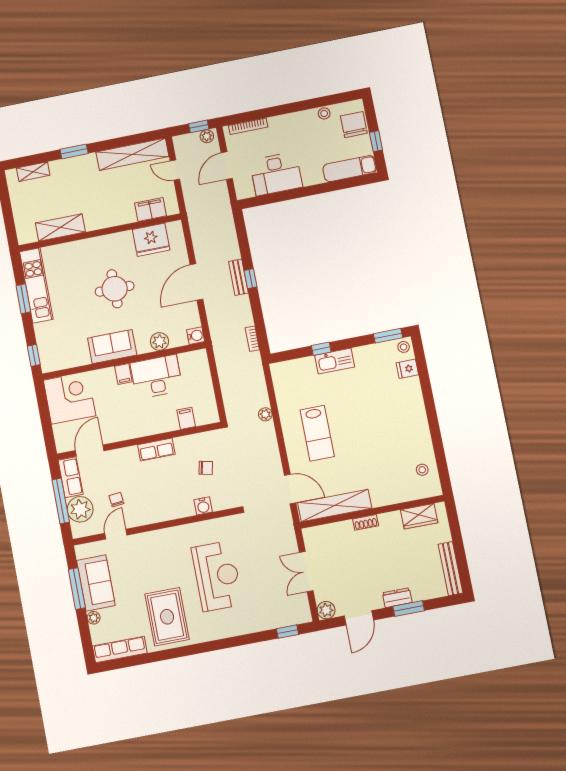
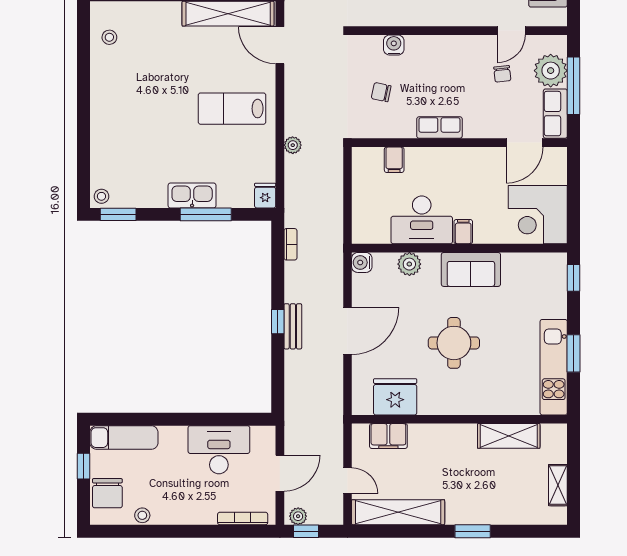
shelving: (33, 172) -> (558, 485), moved, turned 90
window: (321, 349) -> (206, 214), width x2.17
fridge: (407, 369) -> (265, 196), moved, turned -90
lab bench: (317, 433) -> (232, 109), turned -90

